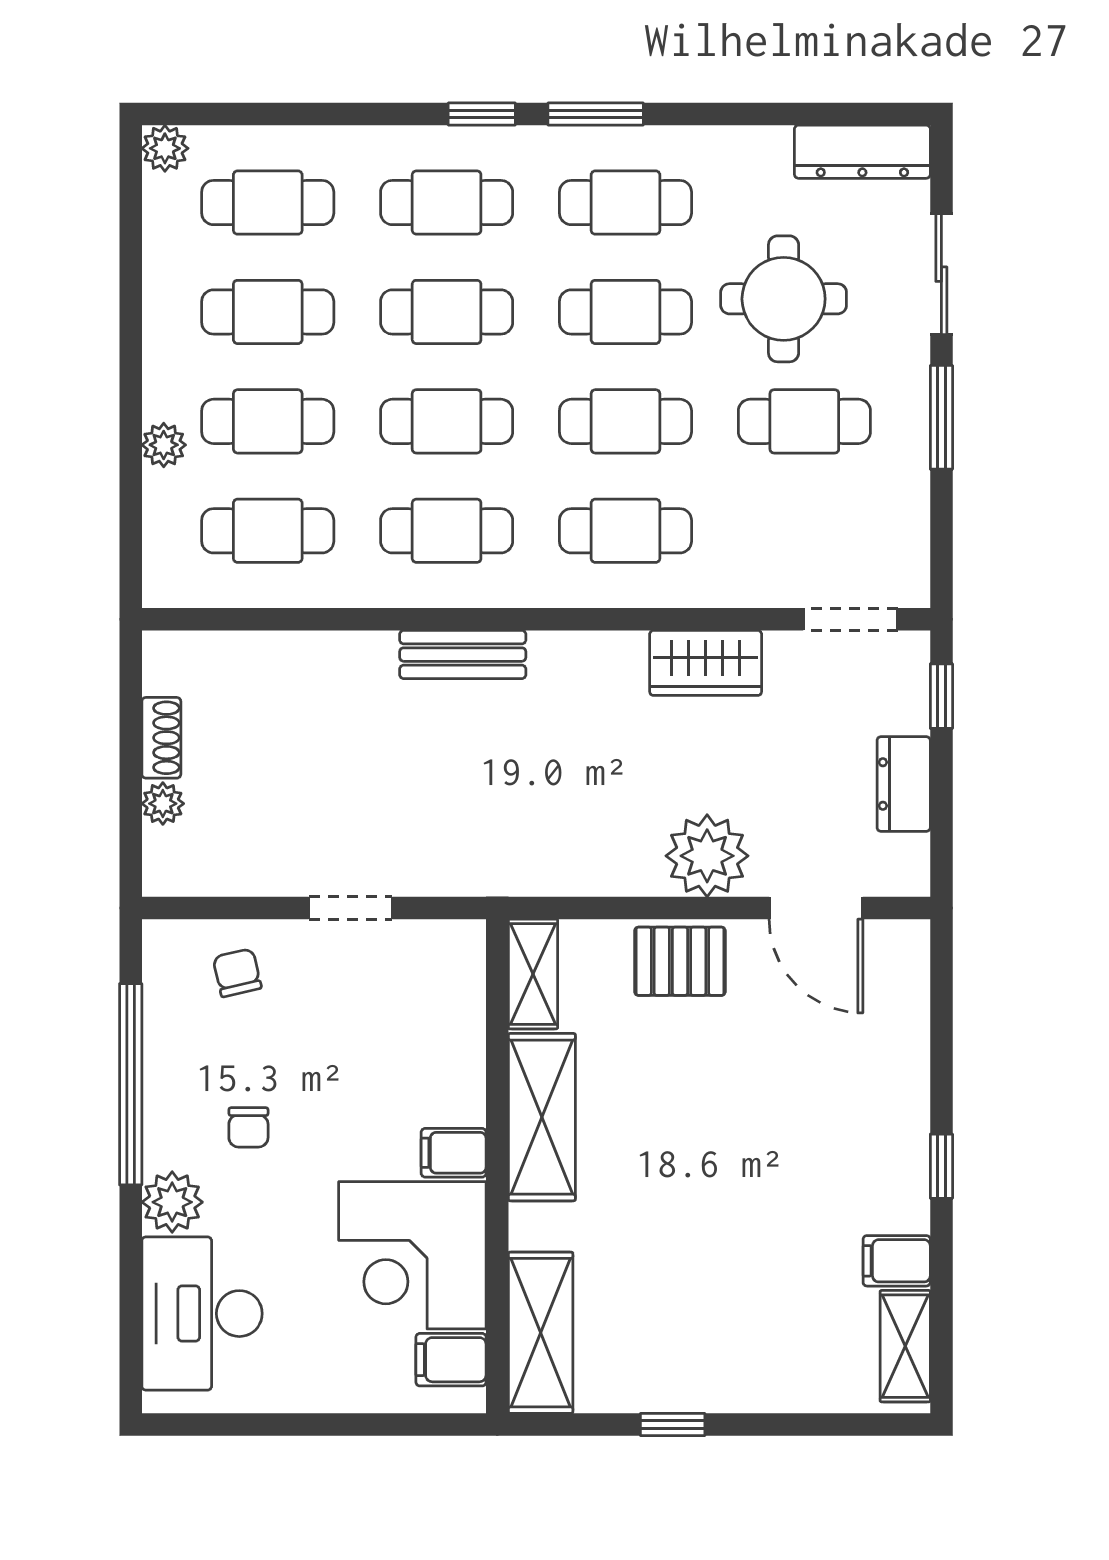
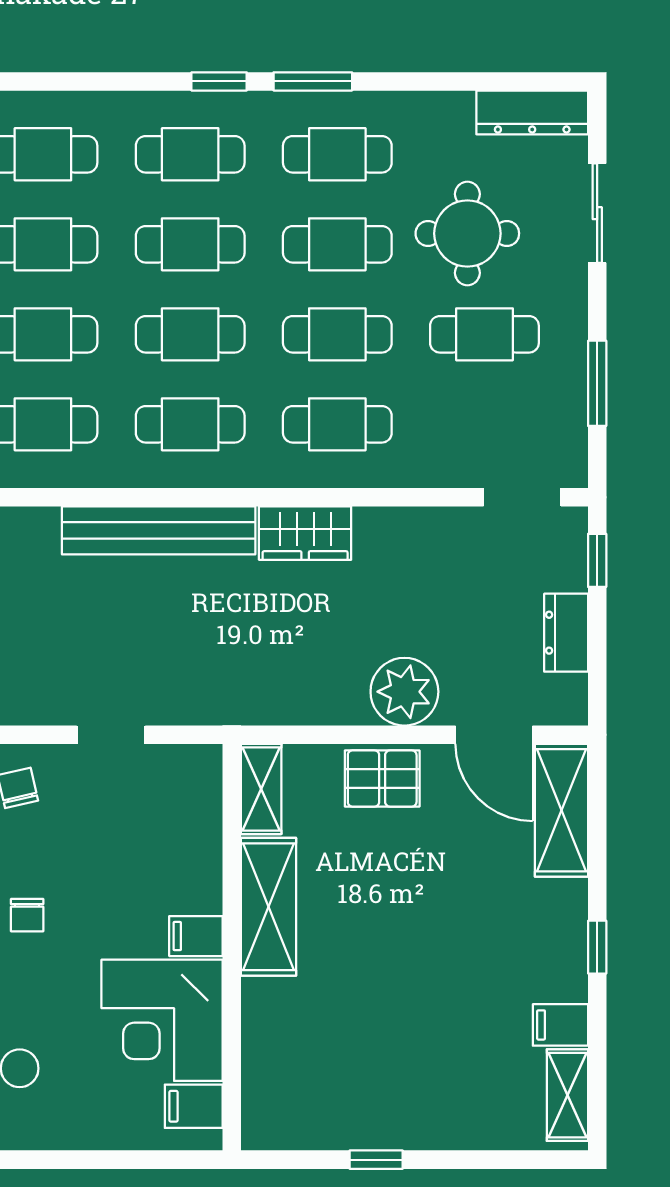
window: (941, 417) -> (597, 383), moved
bench: (463, 655) -> (159, 530), width x1.86, depth x1.21
wardrobe: (706, 663) -> (305, 533), moved
shelving: (541, 1333) -> (562, 810), moved

